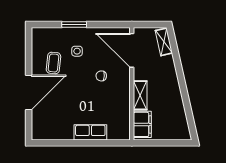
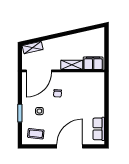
coffee table: (53, 63) -> (36, 134), moved
door: (29, 92) -> (70, 146), hinge flipped
row of seats: (90, 132) -> (99, 129), moved

